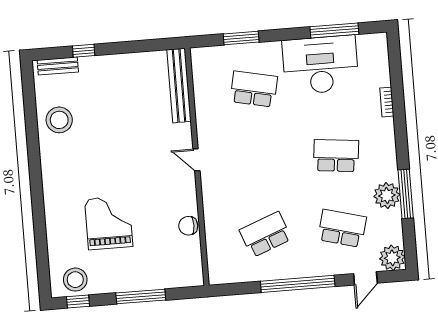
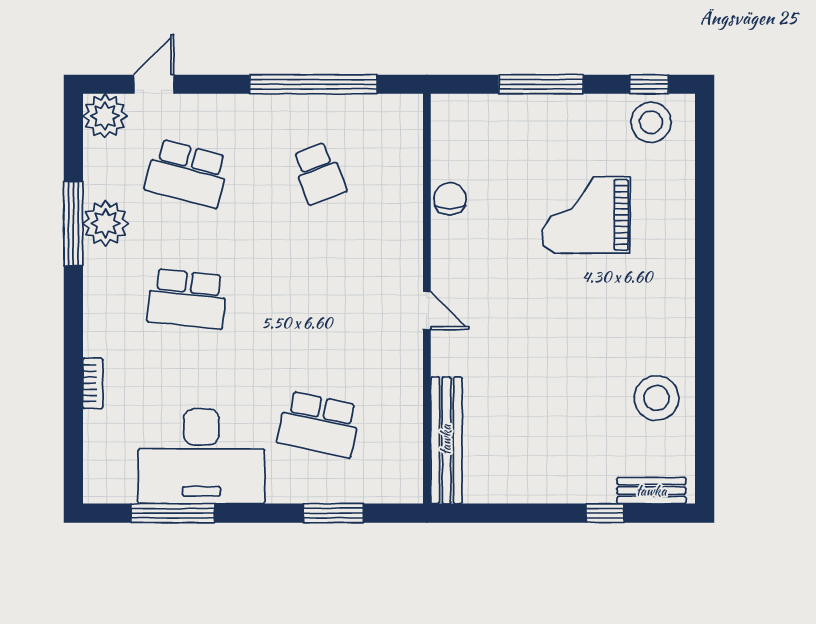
grand piano: (109, 223) -> (586, 215), turned 90
chair: (188, 226) -> (450, 199), turned -91
school desk: (265, 234) -> (319, 173), width x0.54
window: (298, 284) -> (313, 84), moved

